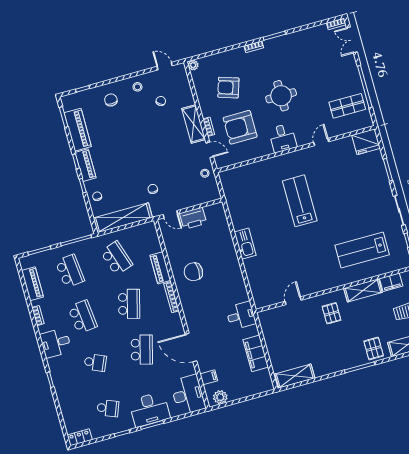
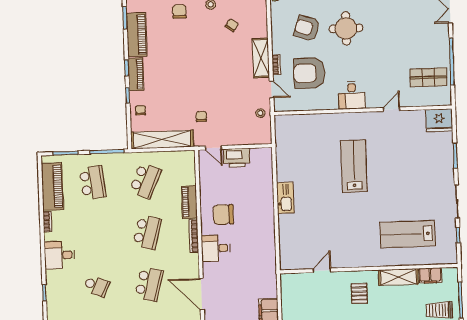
round table: (281, 96) -> (346, 28), moved
school desk: (116, 258) -> (145, 181), turned 42
piano: (32, 284) -> (52, 186), width x1.37, depth x1.33
desk: (241, 316) -> (216, 248), moved, turned 180
school desk: (83, 317) -> (94, 234), removed

